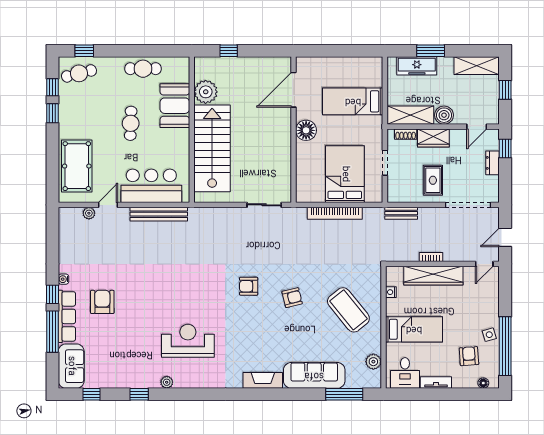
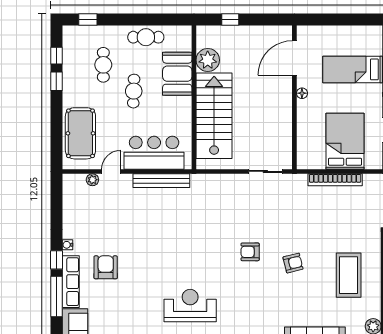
cafe table: (79, 73) -> (103, 65), moved, turned -76
floor lamp: (306, 130) -> (302, 93), width x0.53, depth x0.53
coffee table: (348, 310) -> (349, 275), turned 39

